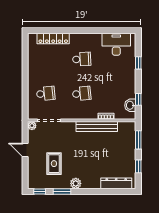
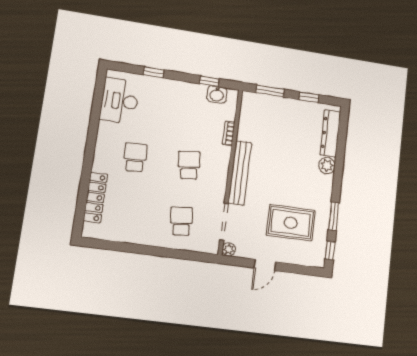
bench: (97, 127) -> (240, 173), moved
rug: (54, 164) -> (291, 223), width x1.36, depth x1.43
plant: (76, 183) -> (327, 166), moved

